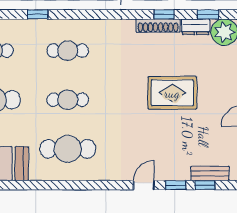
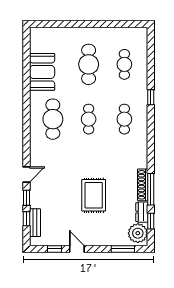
window: (164, 14) -> (151, 189), width x2.17
door: (144, 185) -> (26, 174), hinge flipped

